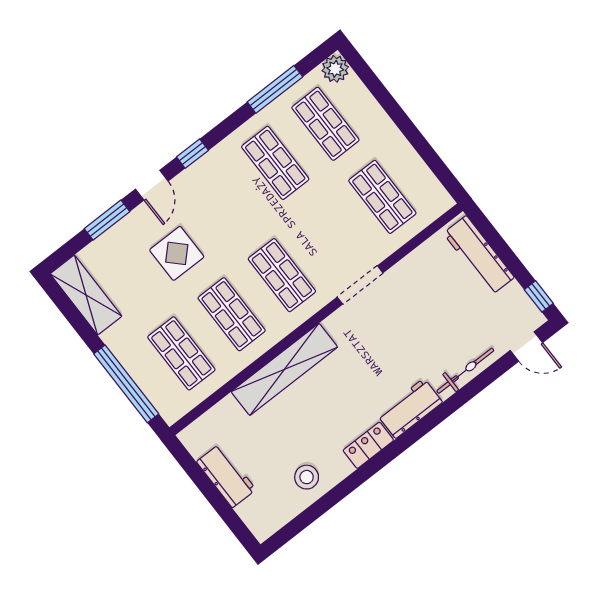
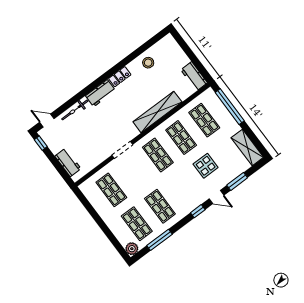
door: (152, 185) -> (216, 197), swing flipped
workbench: (479, 255) -> (68, 162), width x0.73
workbench: (226, 476) -> (194, 76), moved

